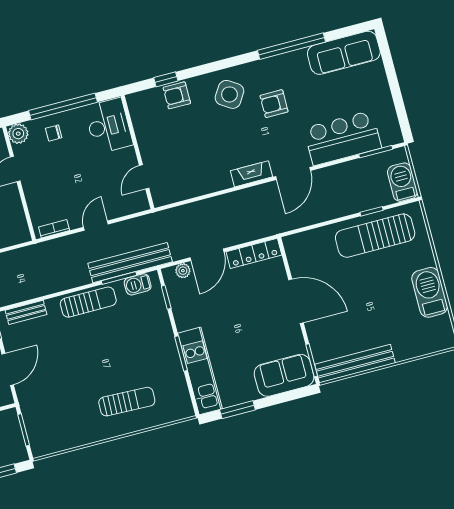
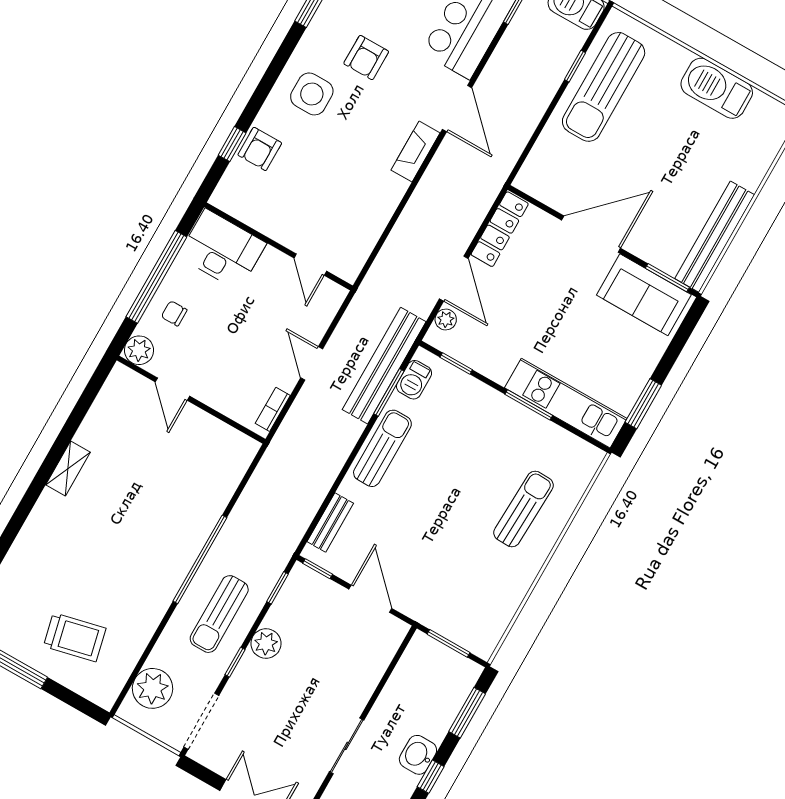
side table: (229, 94) -> (312, 94), turned -33
chair: (54, 133) -> (174, 313), turned 90
sofa: (284, 375) -> (644, 295), moved, turned -90

